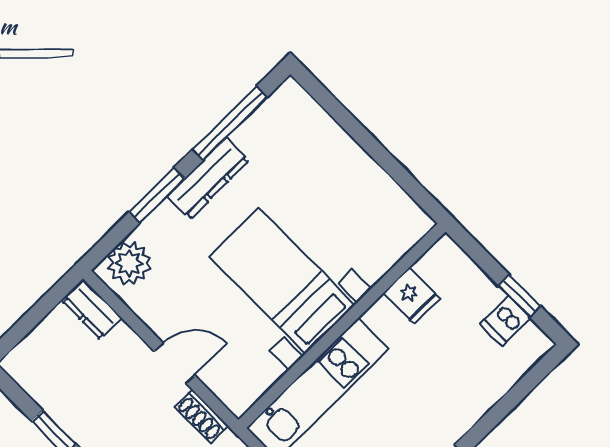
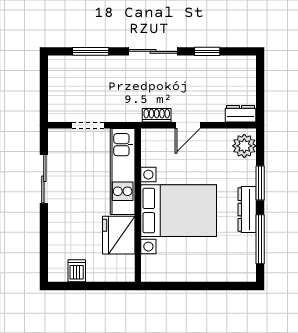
bed with nightstands: (282, 281) -> (179, 211), width x1.36
fridge: (412, 295) -> (119, 235), width x1.88, depth x1.34
window: (520, 296) -> (81, 286), removed

